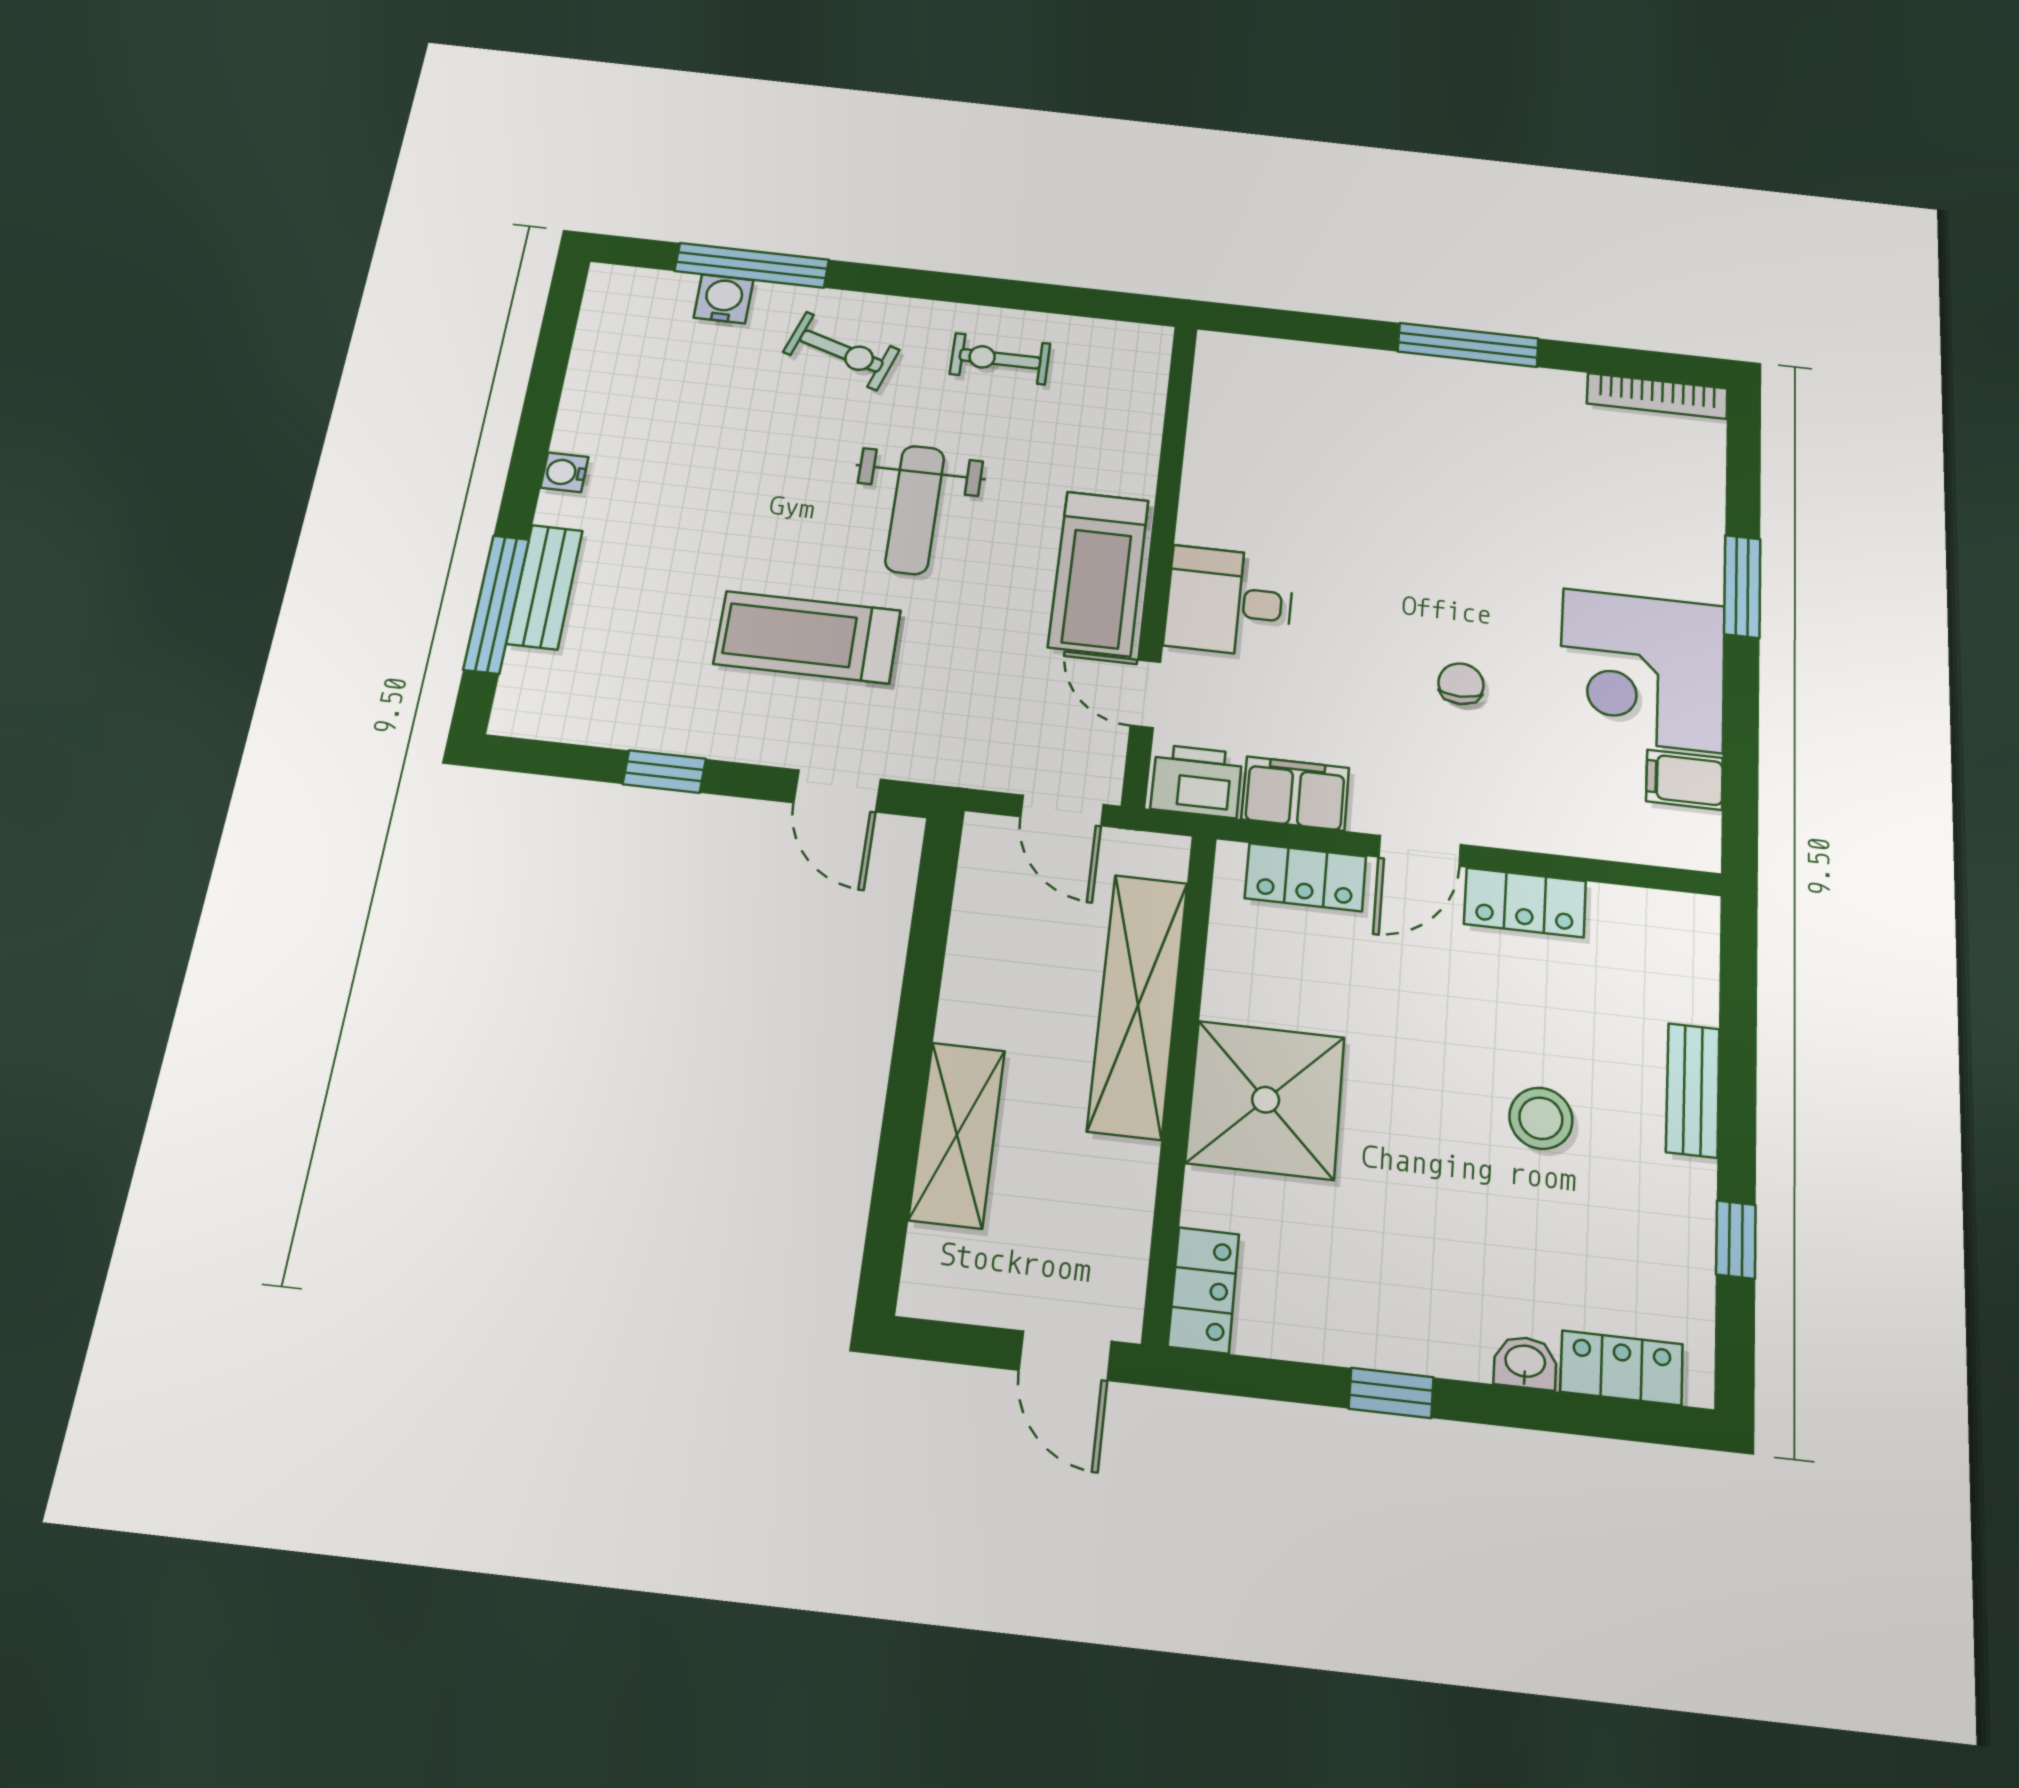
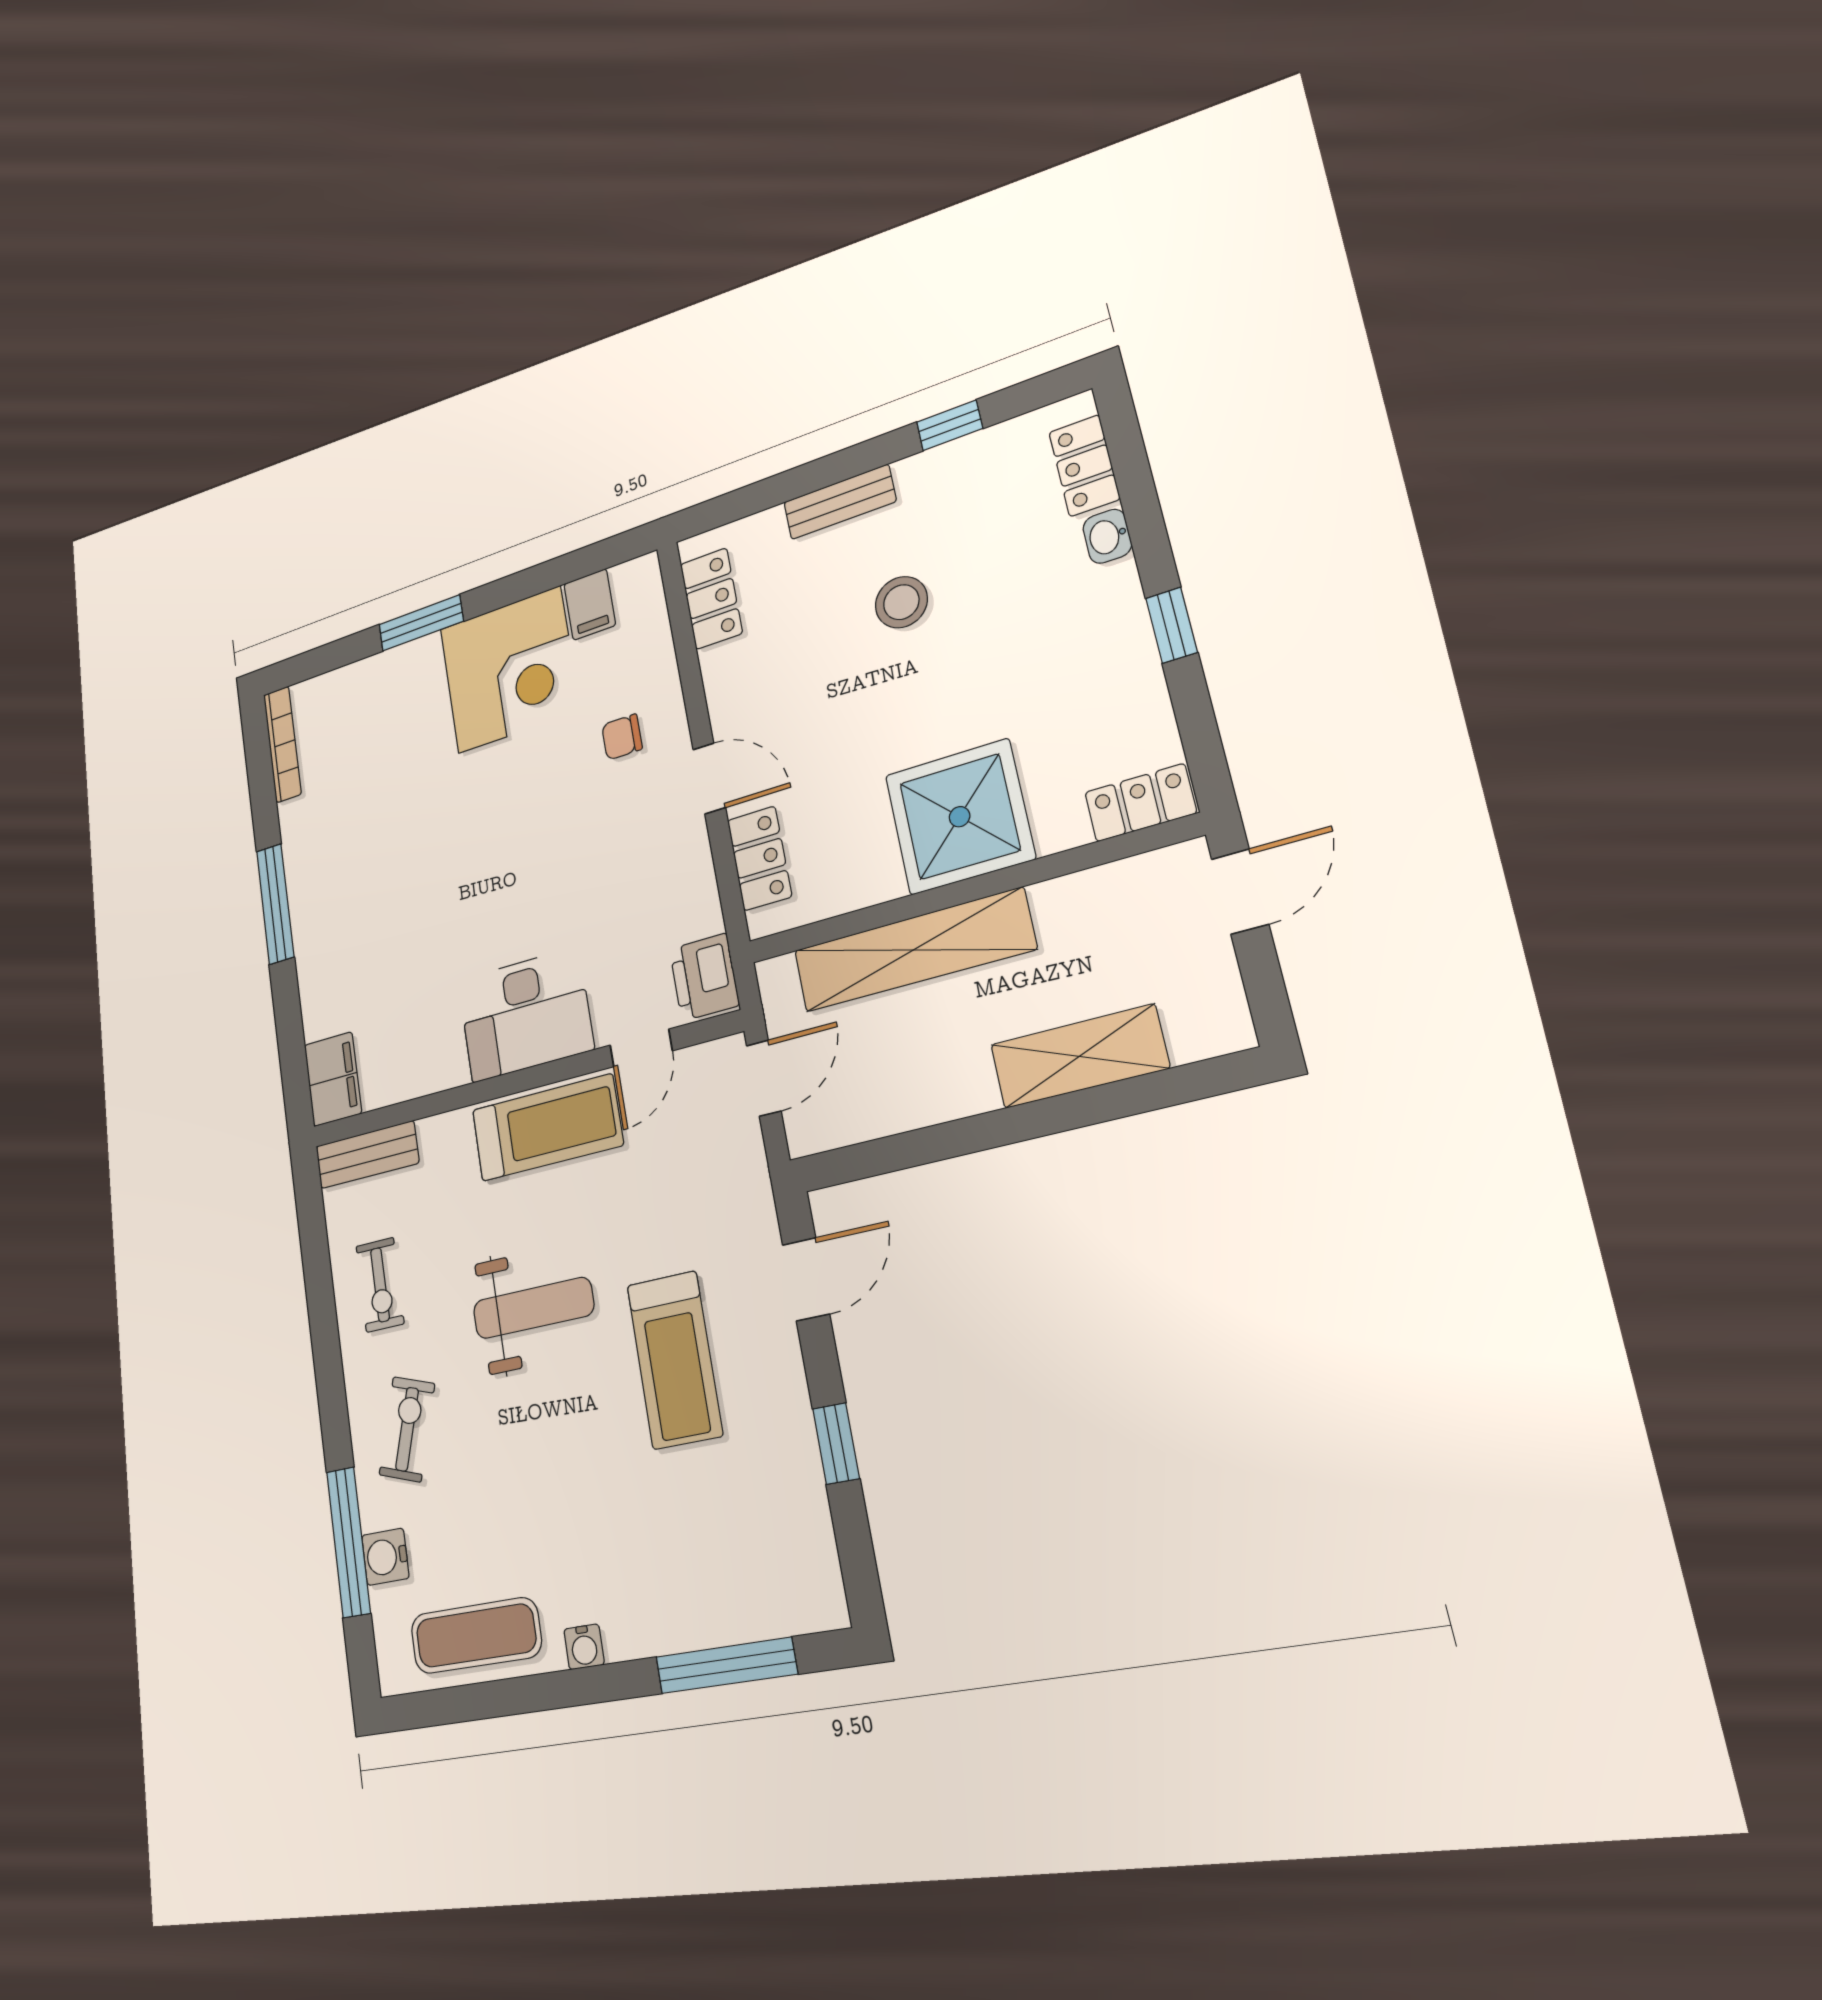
exercise mat: (614, 370) -> (476, 1636), added
bench: (545, 587) -> (367, 1155), moved
desk: (1229, 602) -> (525, 1015), width x1.37
chair: (1461, 684) -> (622, 737), moved
filing cabinet: (1295, 793) -> (333, 1079), moved, turned 180
locker: (1525, 903) -> (711, 599), moved

